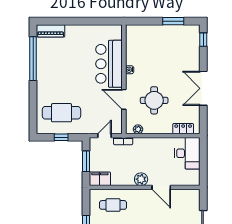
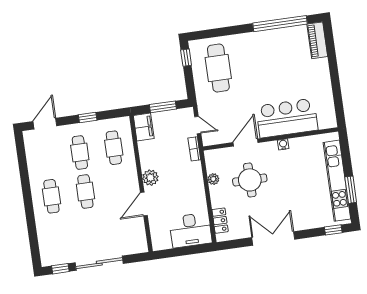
kitchen unit: (165, 31) -> (337, 181), added
plant: (138, 129) -> (213, 179), moved
window: (61, 137) -> (186, 58), moved

